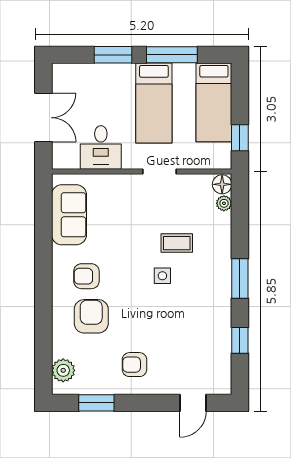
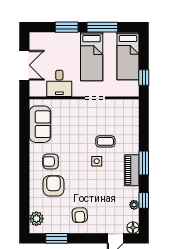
floor lamp: (222, 184) -> (133, 228), moved
plant: (224, 203) -> (134, 205), moved
piano: (220, 291) -> (132, 170), added
armchair: (134, 365) -> (80, 215), turned -94

